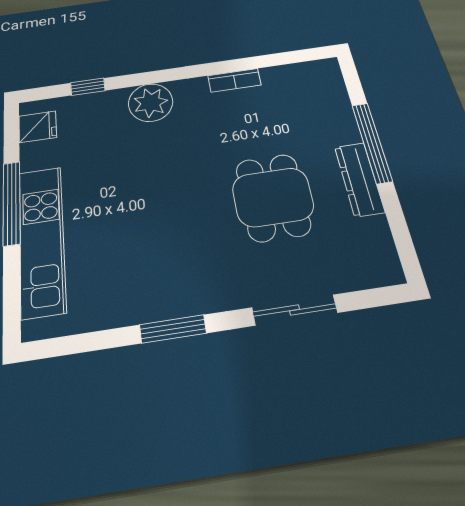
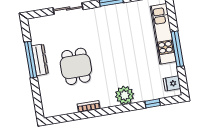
window: (372, 142) -> (31, 60), moved
dining table: (273, 197) -> (76, 66), moved

